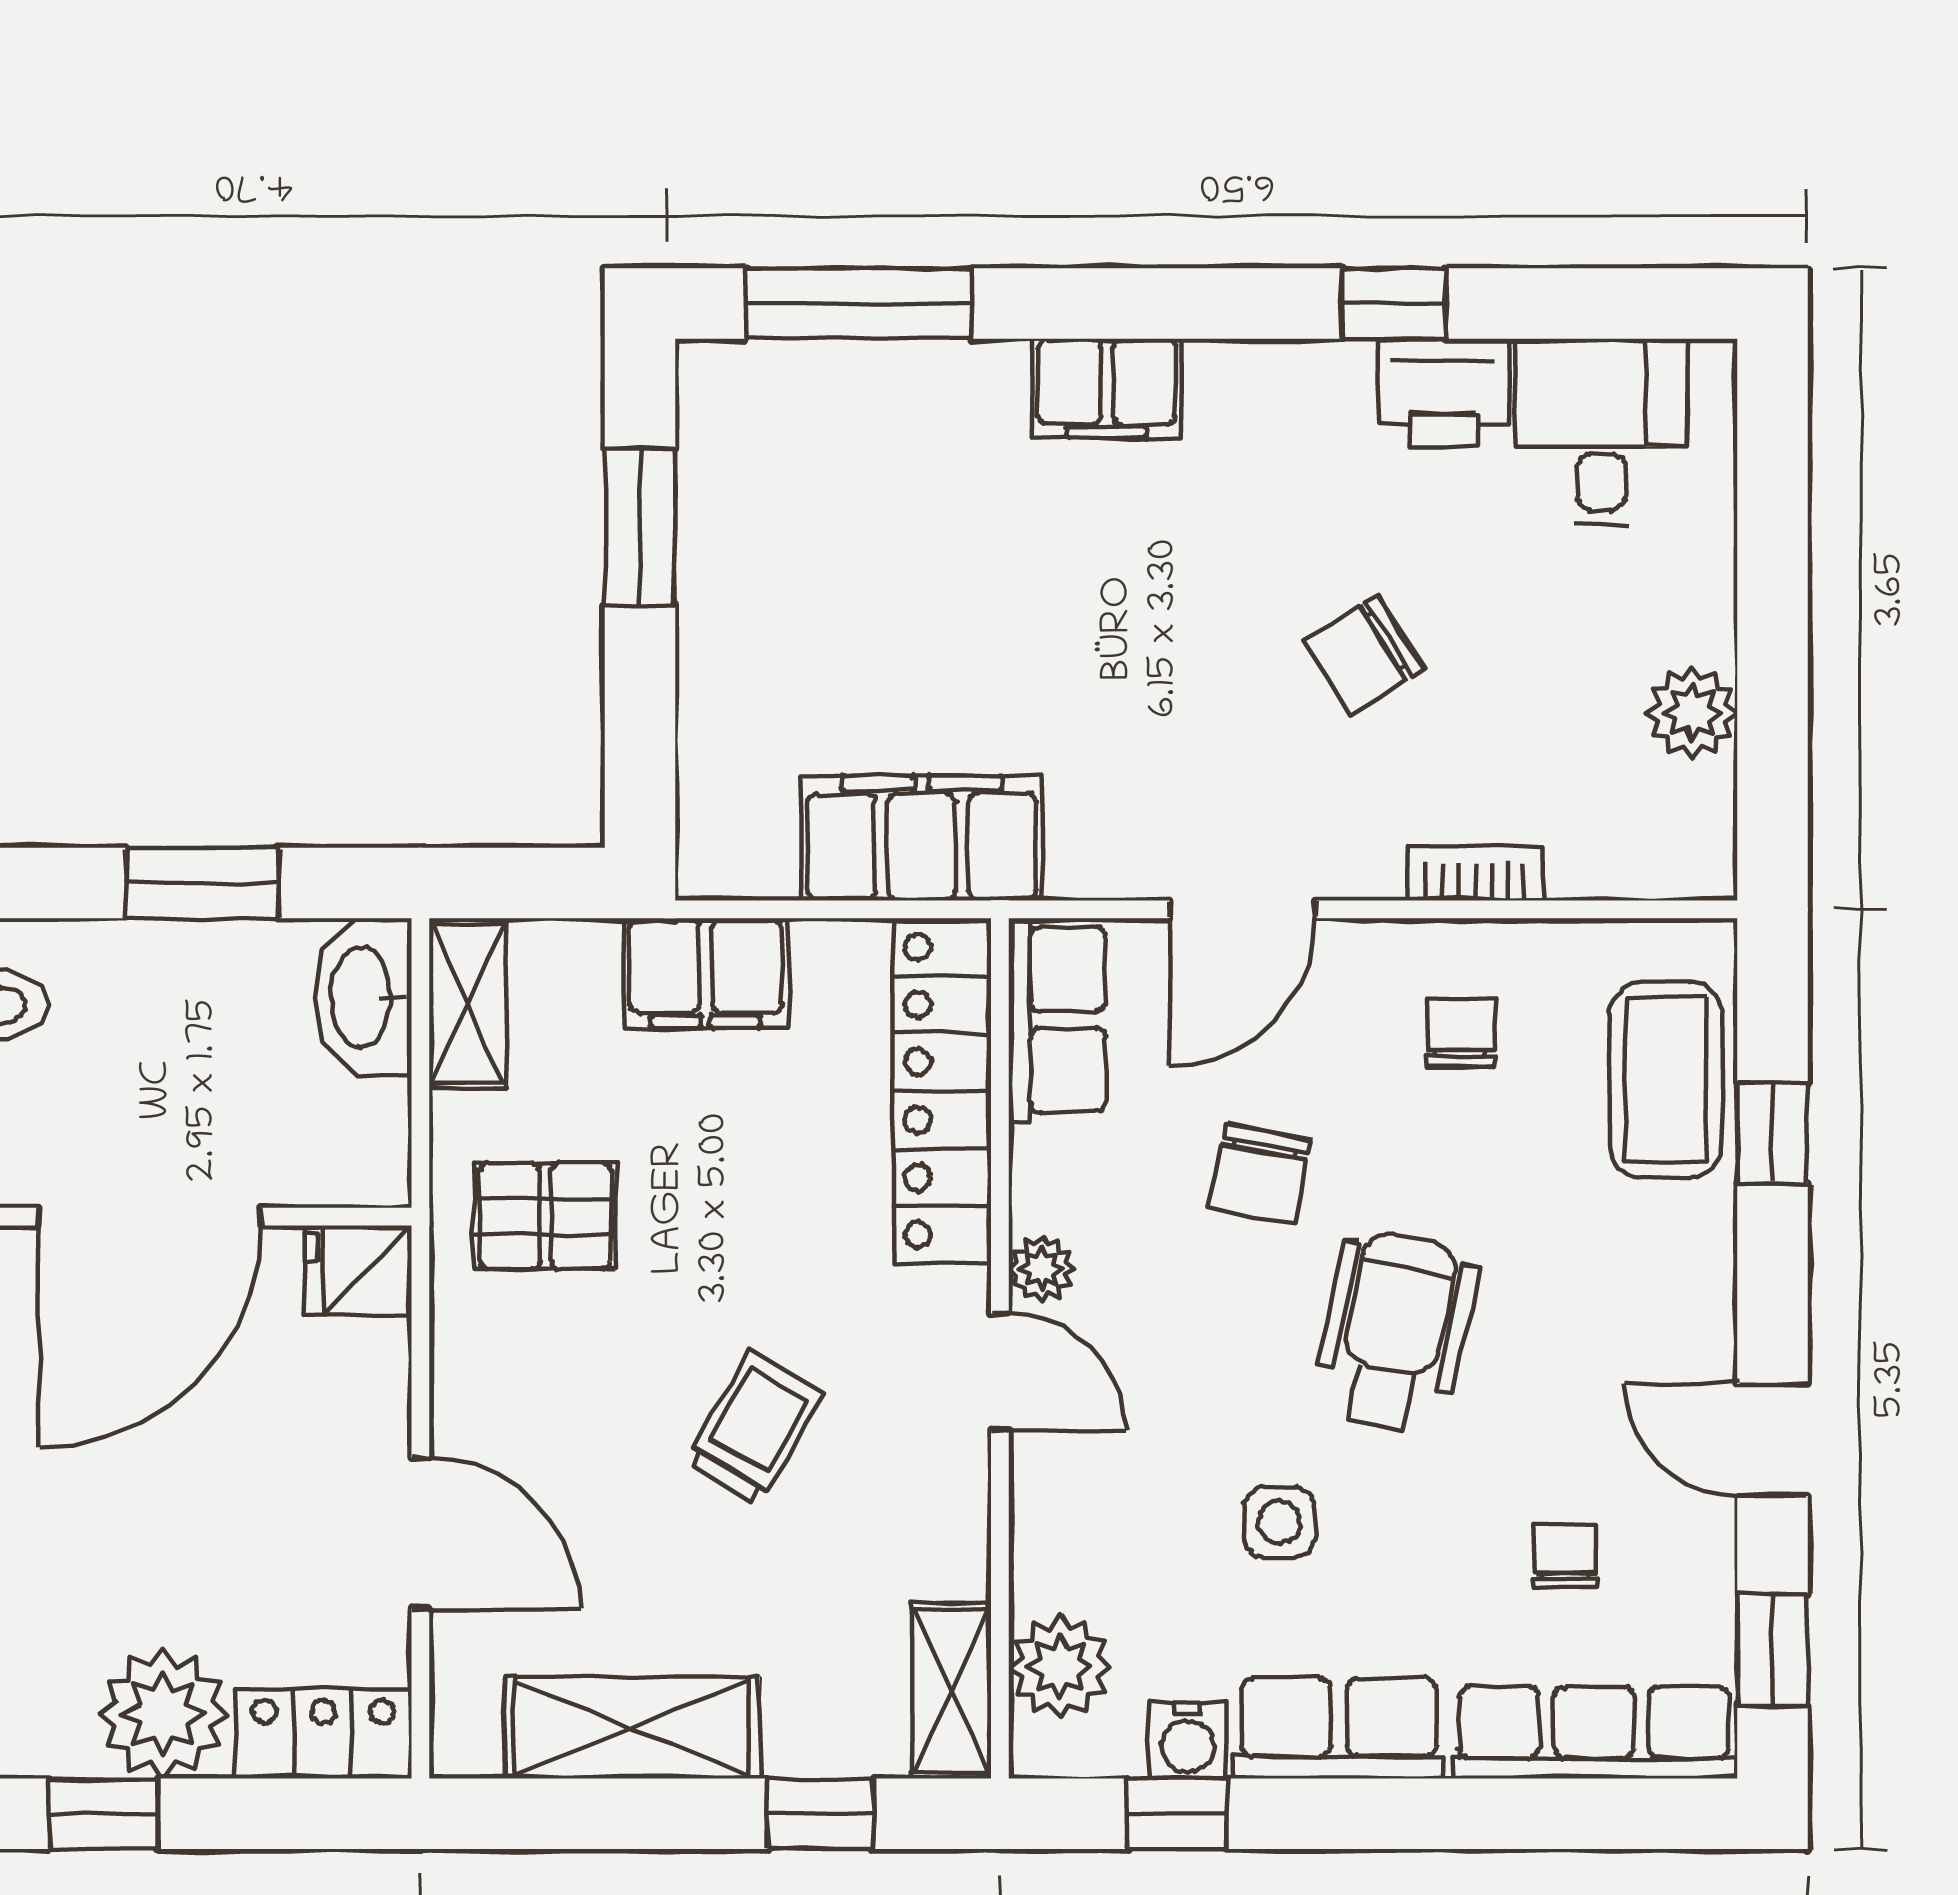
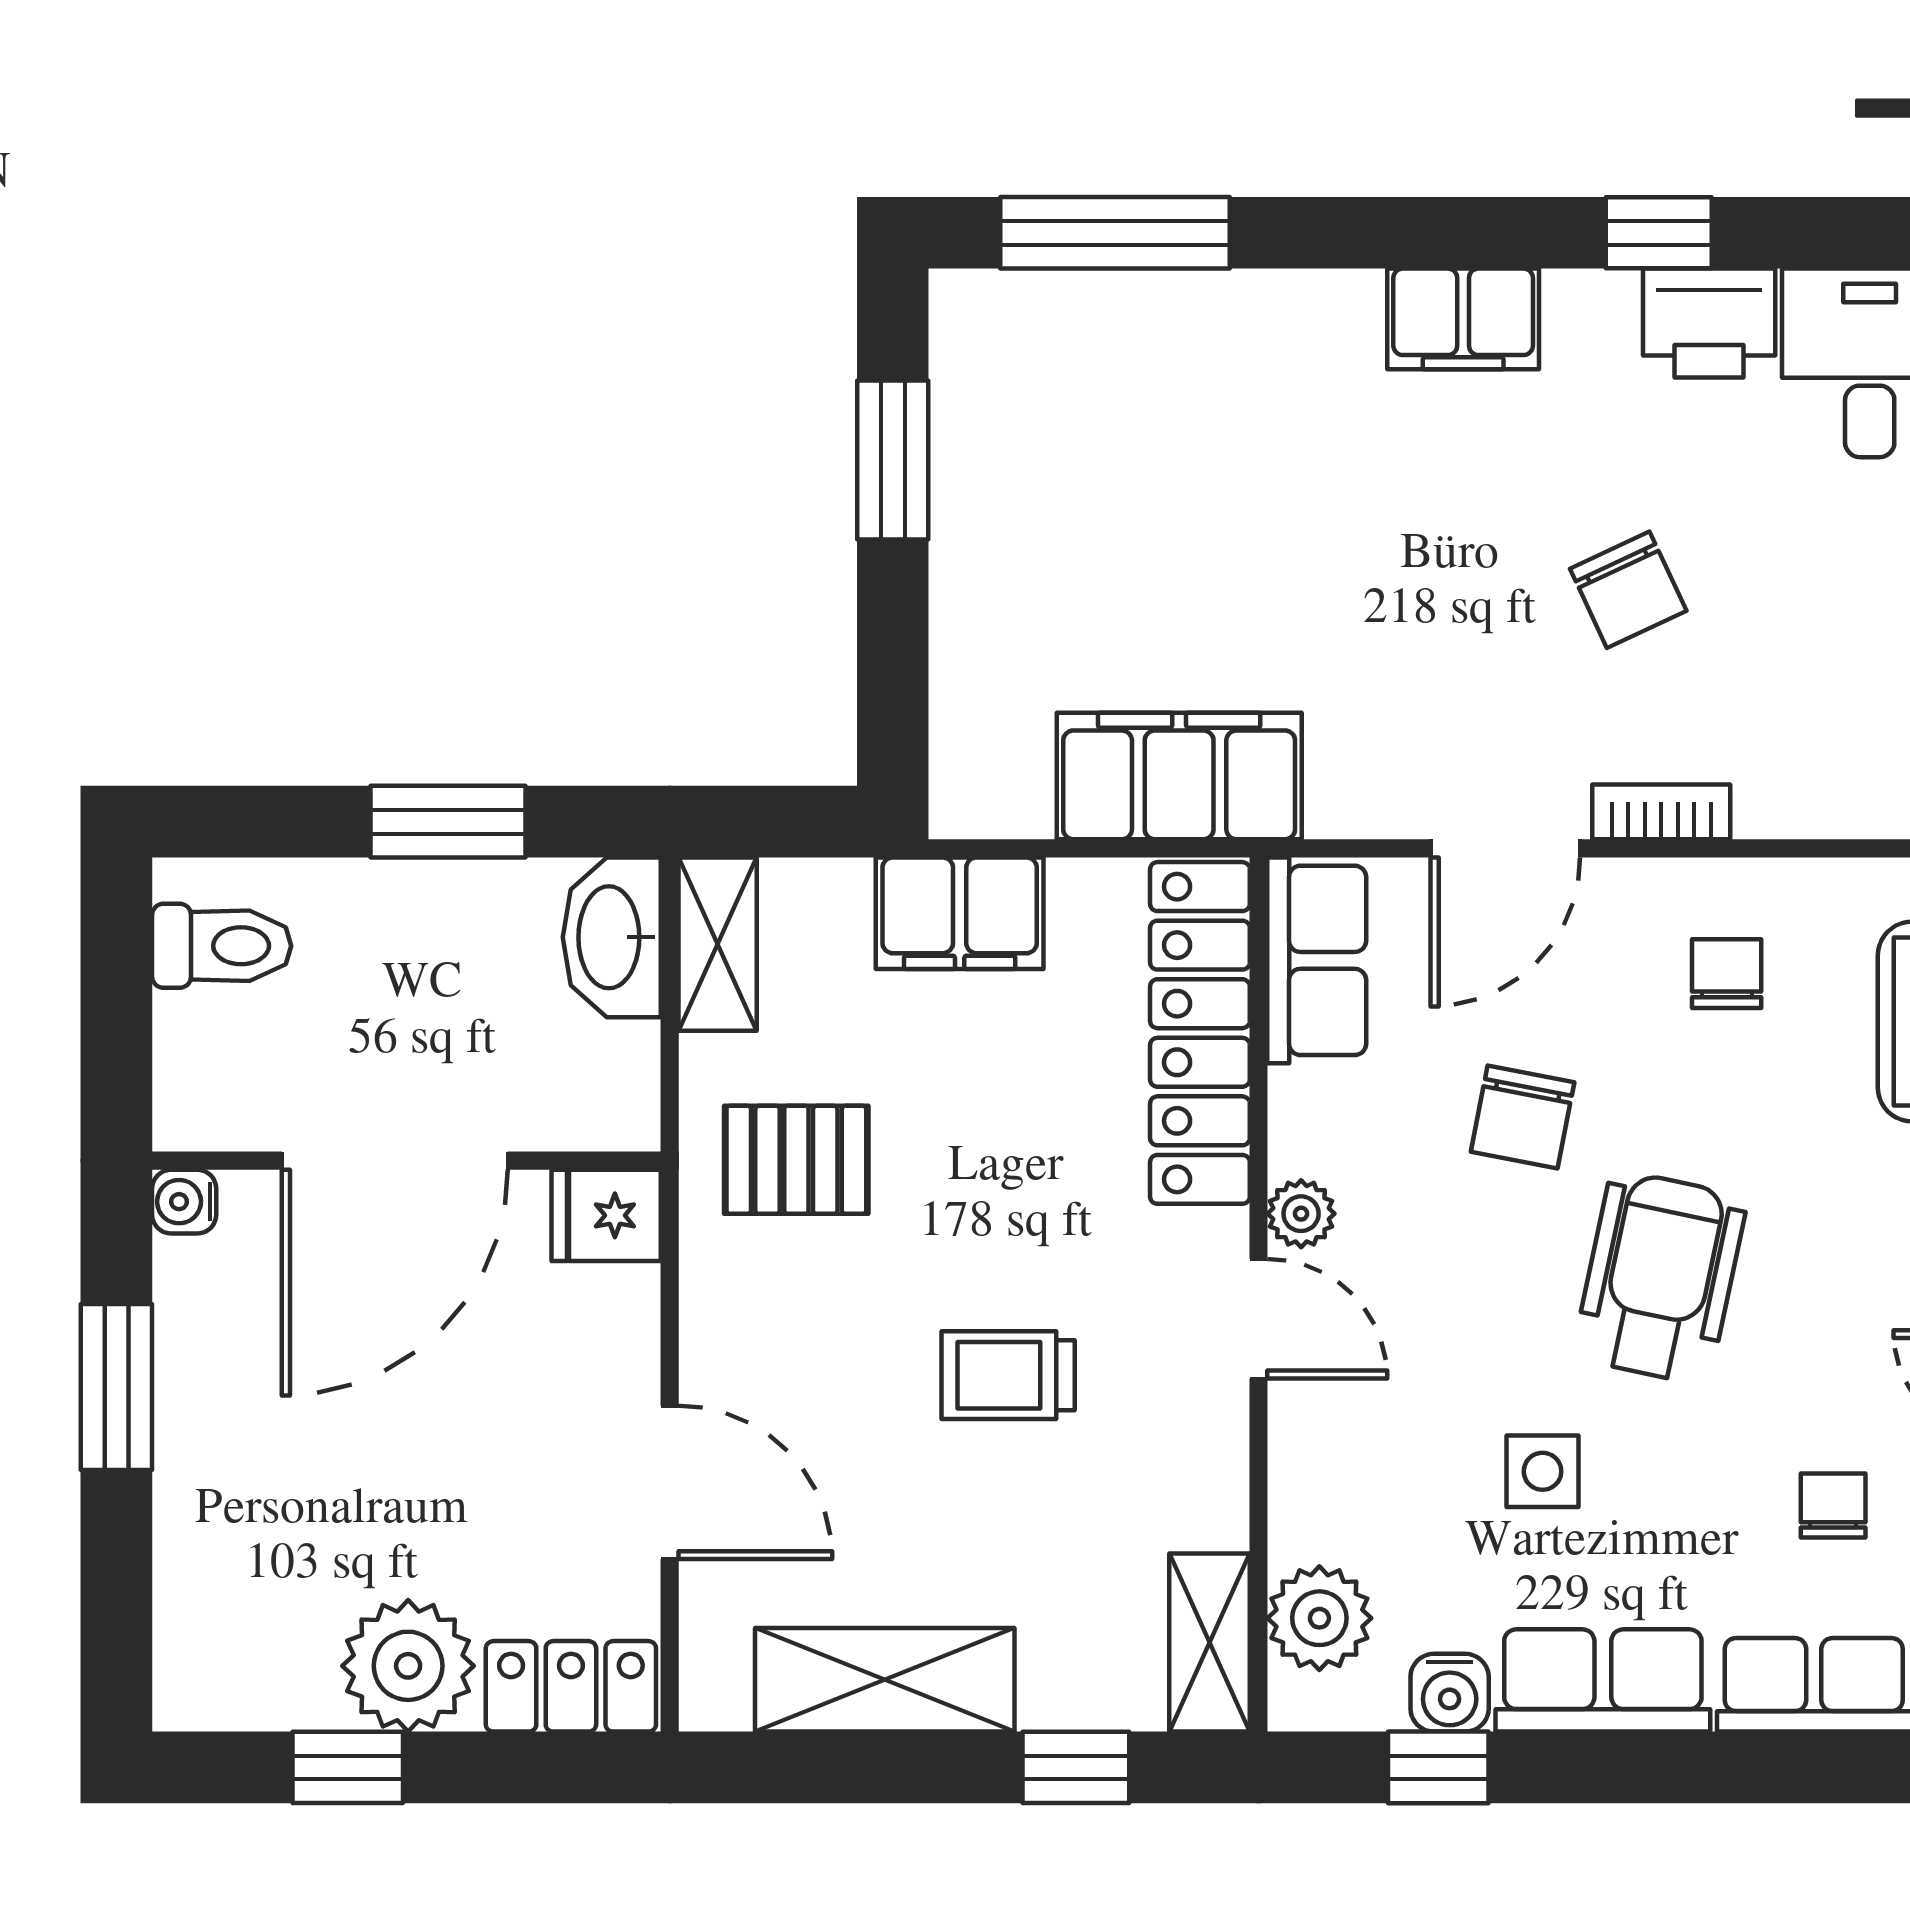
filing cabinet: (1107, 388) -> (1463, 319), moved
chair: (1364, 655) -> (1628, 590), turned -83
bookcase: (1475, 873) -> (1661, 812), moved
trolley: (754, 1428) -> (1008, 1375), turned -120

